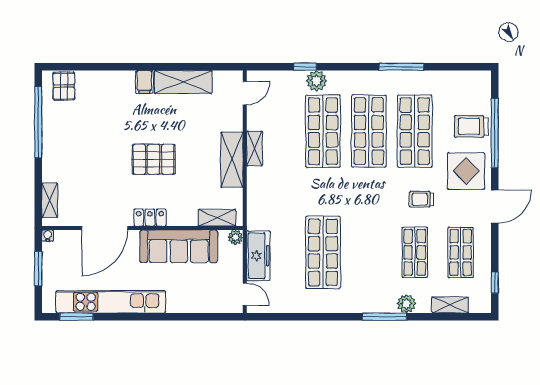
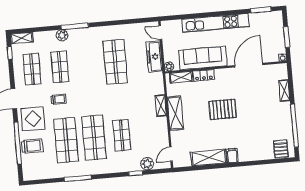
plant: (316, 81) -> (147, 164), moved
shop shelf: (323, 131) -> (122, 135), width x0.70, depth x0.74
shelving: (254, 148) -> (161, 106), moved
shelving: (50, 200) -> (284, 91), moved
locker: (150, 218) -> (204, 75), moved
kitchen unit: (111, 302) -> (215, 23), moved
shelving: (450, 305) -> (22, 38), moved

